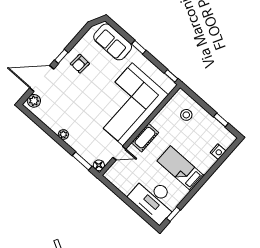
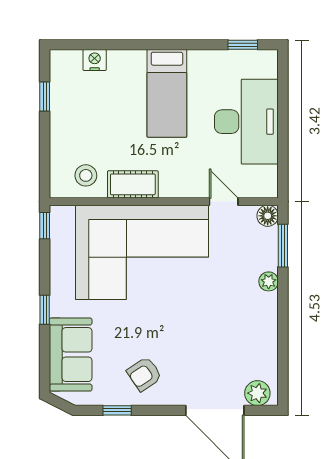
window: (61, 56) -> (117, 410), moved
armchair: (80, 64) -> (144, 374), turned 143
stool: (186, 115) -> (86, 175), moved
plant: (63, 135) -> (269, 281), moved
cot: (145, 138) -> (133, 184), moved
desk: (154, 199) -> (246, 122), moved

